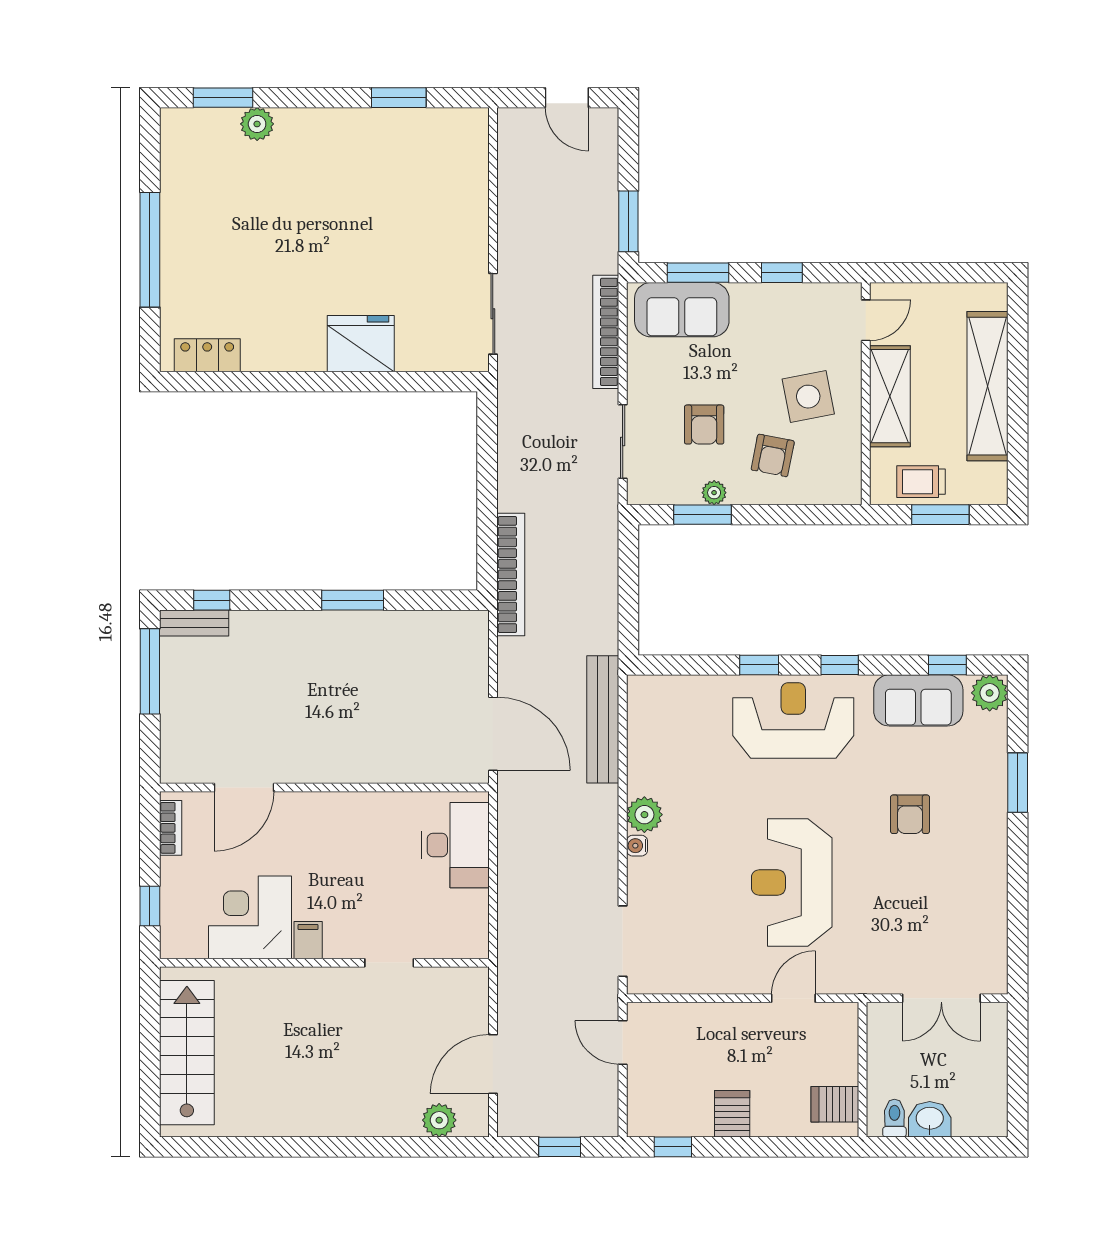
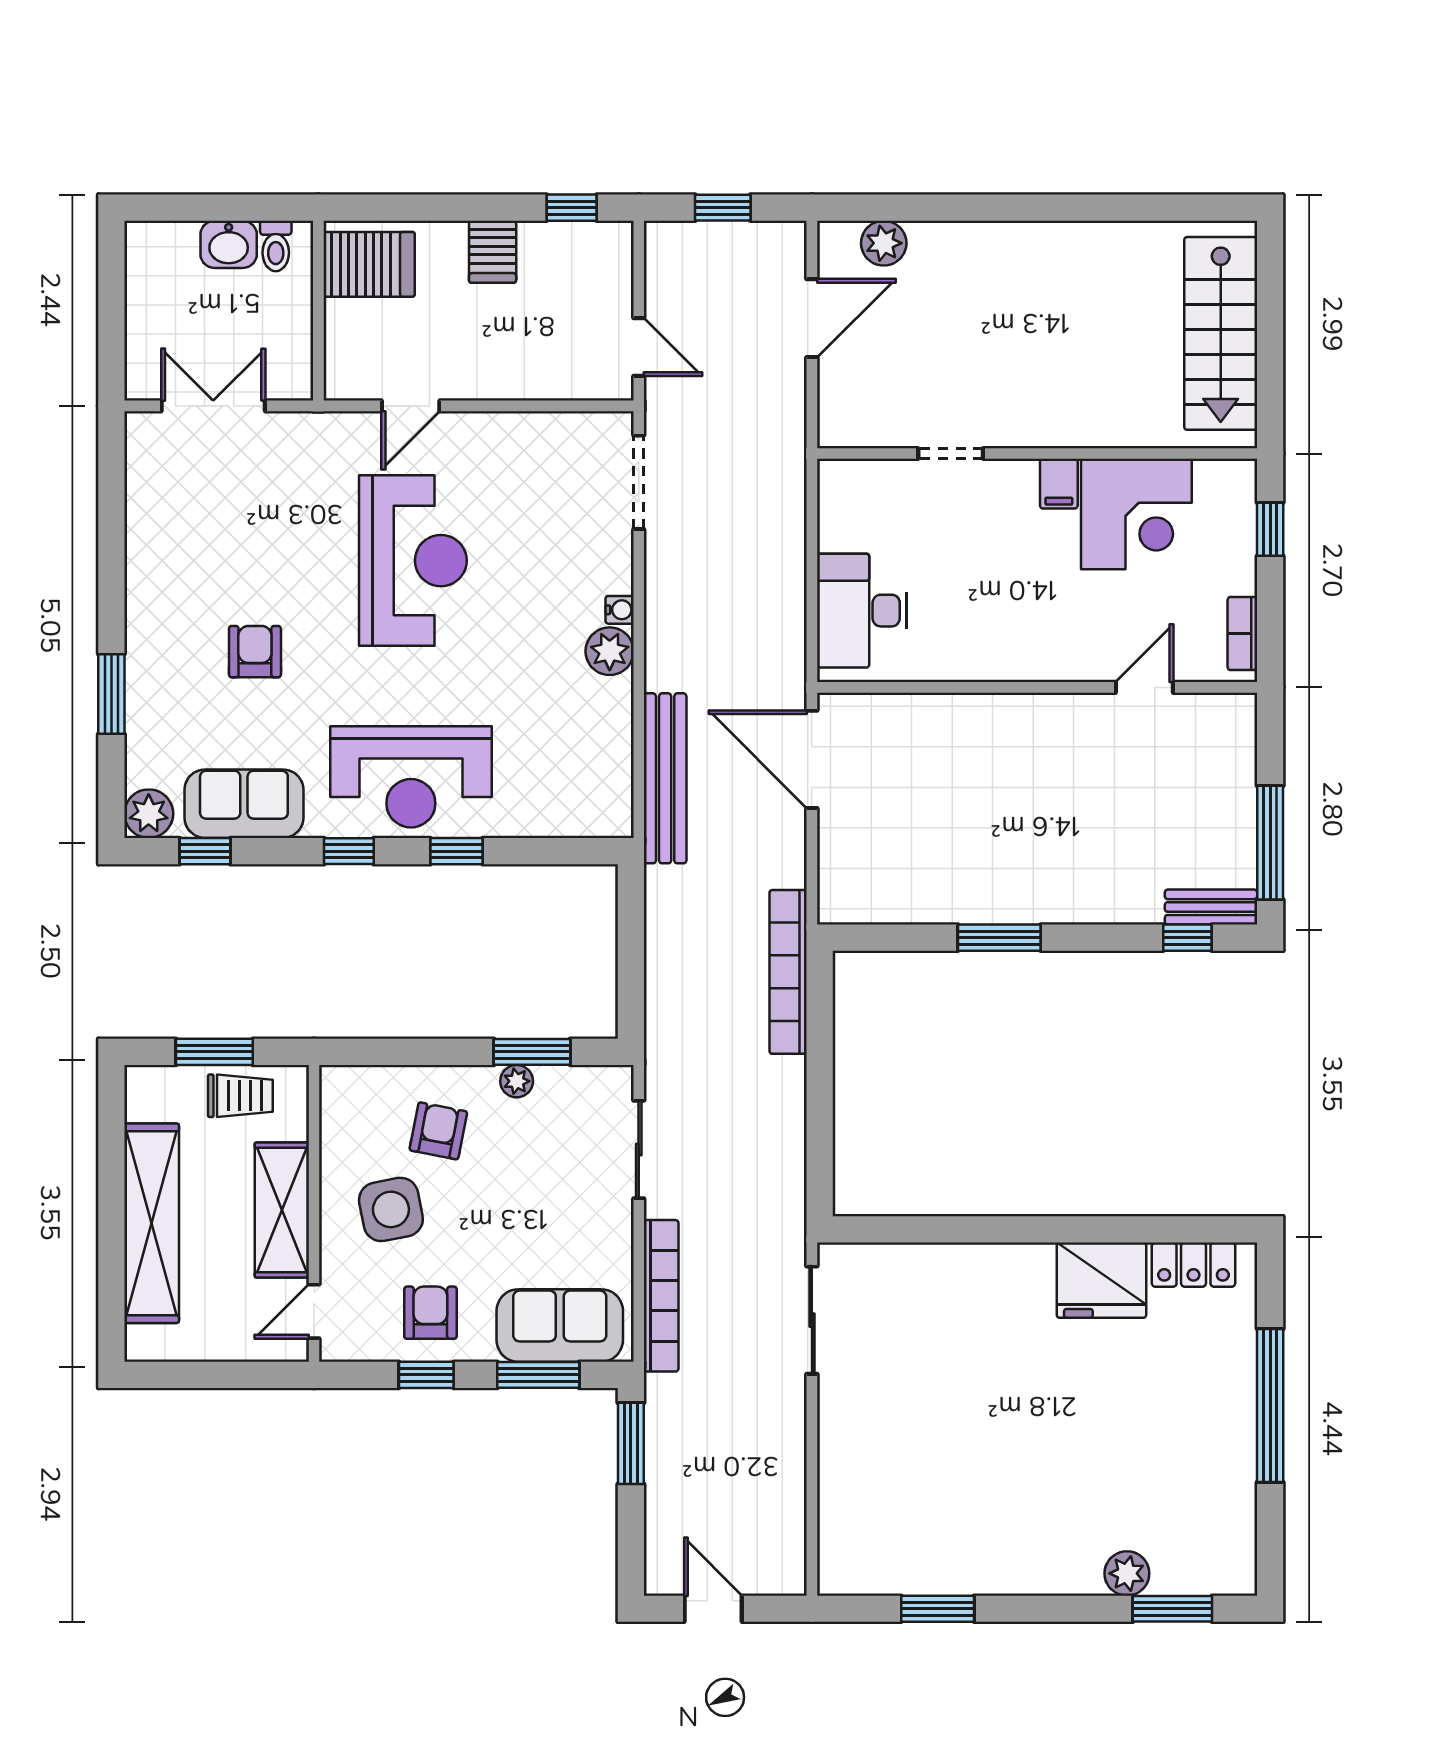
fridge: (361, 344) -> (1101, 1280), moved
armchair: (704, 425) -> (430, 1313), moved
door: (244, 788) -> (1144, 687), width x0.73
server rack: (835, 1104) -> (369, 264), width x1.36, depth x1.44

